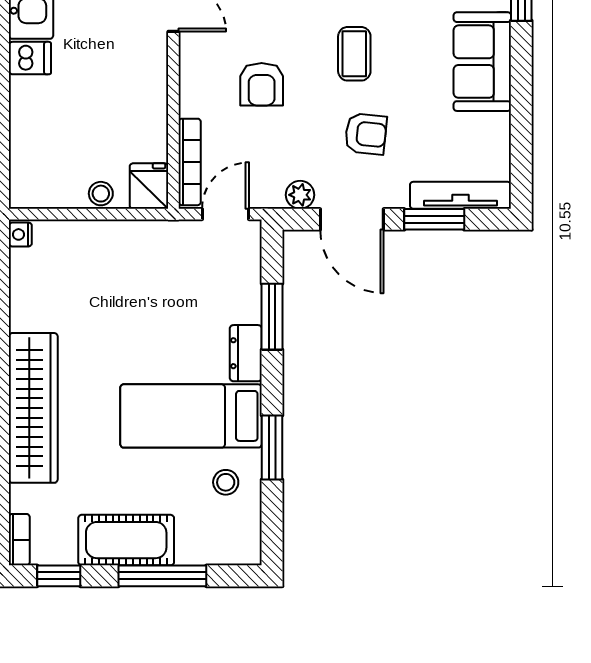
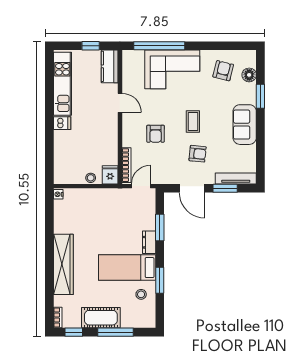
plant: (300, 195) -> (171, 178), removed

